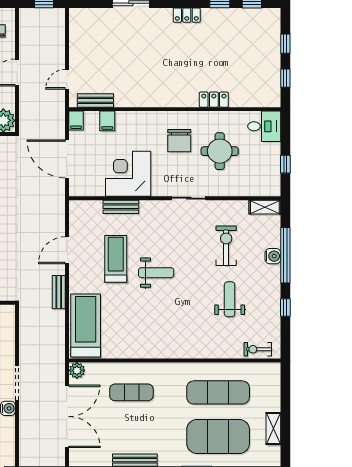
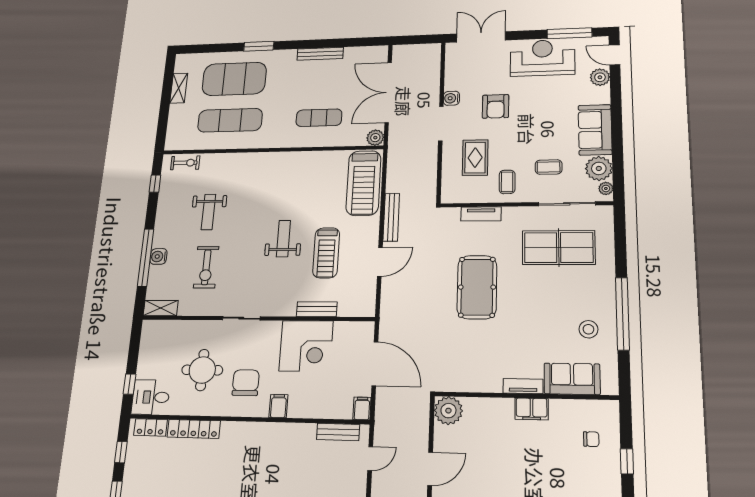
locker: (214, 100) -> (194, 429), width x1.53
locker: (261, 100) -> (150, 427), added
filing cabinet: (107, 121) -> (278, 406), moved
window: (285, 164) -> (130, 384), moved
weight bench: (156, 273) -> (283, 239), turned 90
bench: (59, 292) -> (391, 217), width x1.36
window: (285, 307) -> (155, 184), moved

